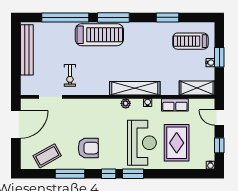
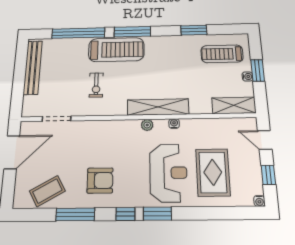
exercise bike: (70, 75) -> (96, 85), moved
row of seats: (175, 105) -> (208, 126), removed

